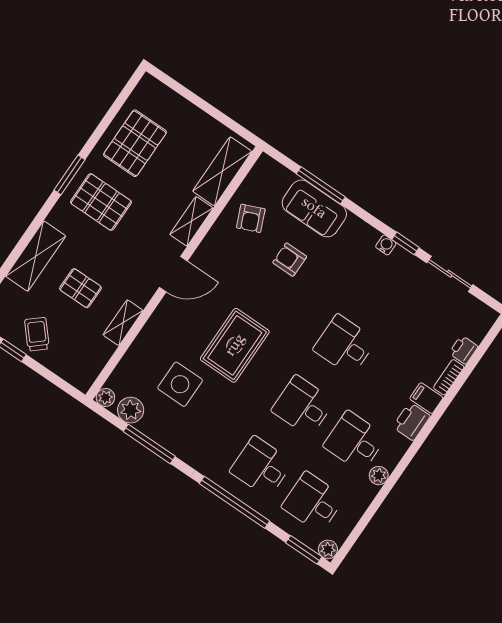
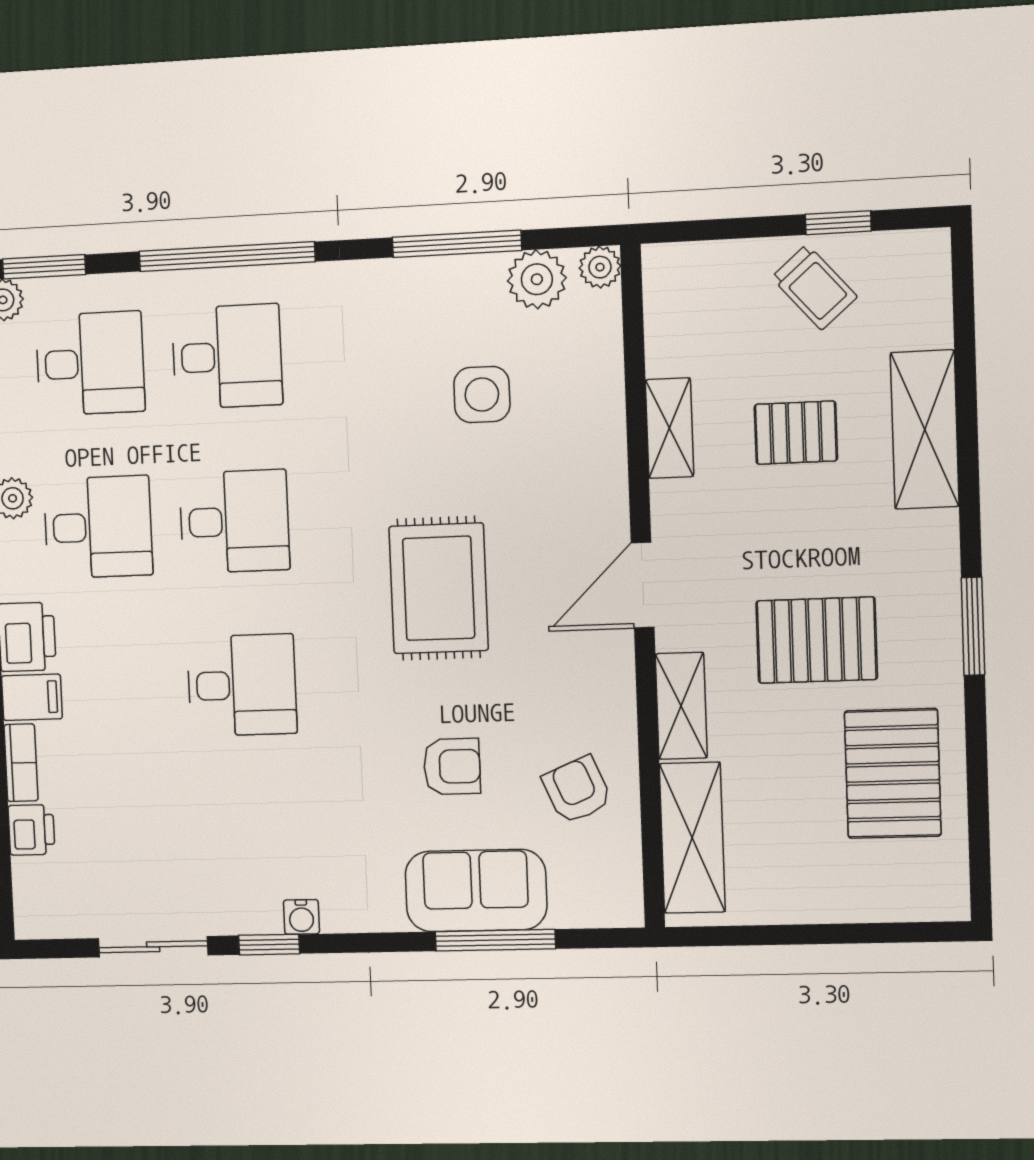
pallet: (101, 202) -> (817, 640), moved
rug: (235, 345) -> (439, 588), moved
side table: (180, 384) -> (482, 395), width x0.73, depth x0.73

